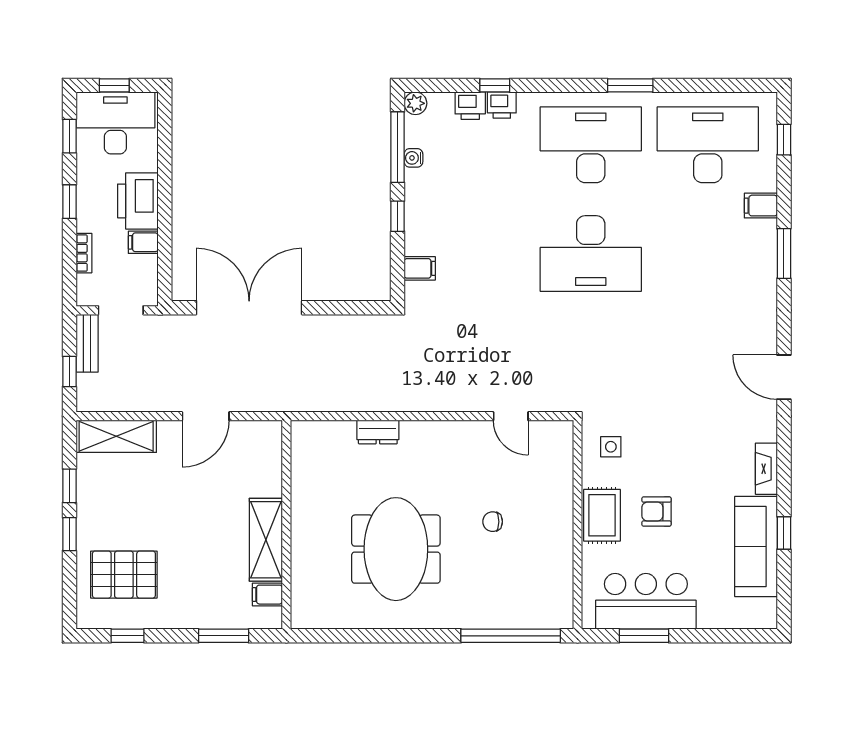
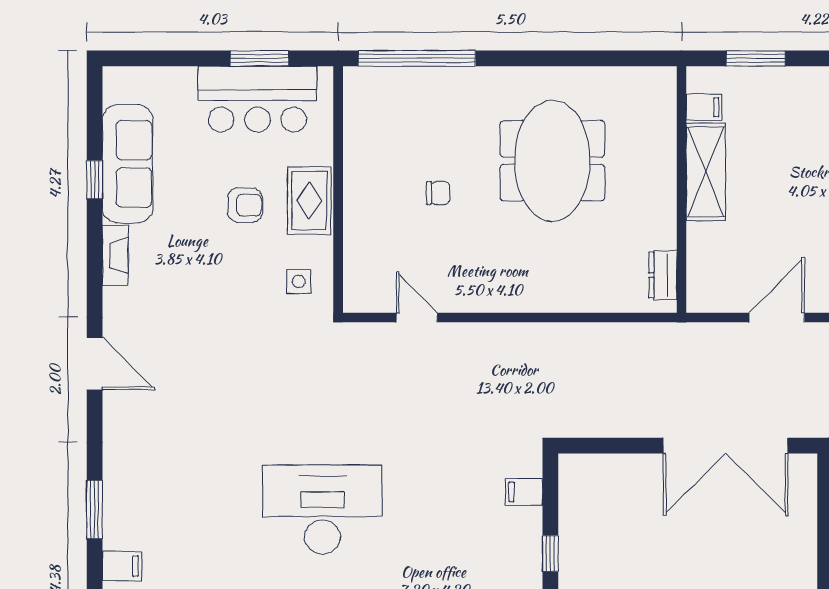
dresser: (378, 432) -> (663, 275), moved, turned -90

